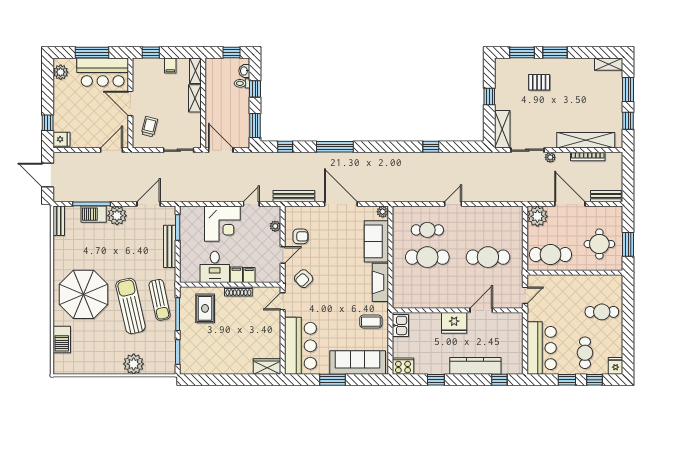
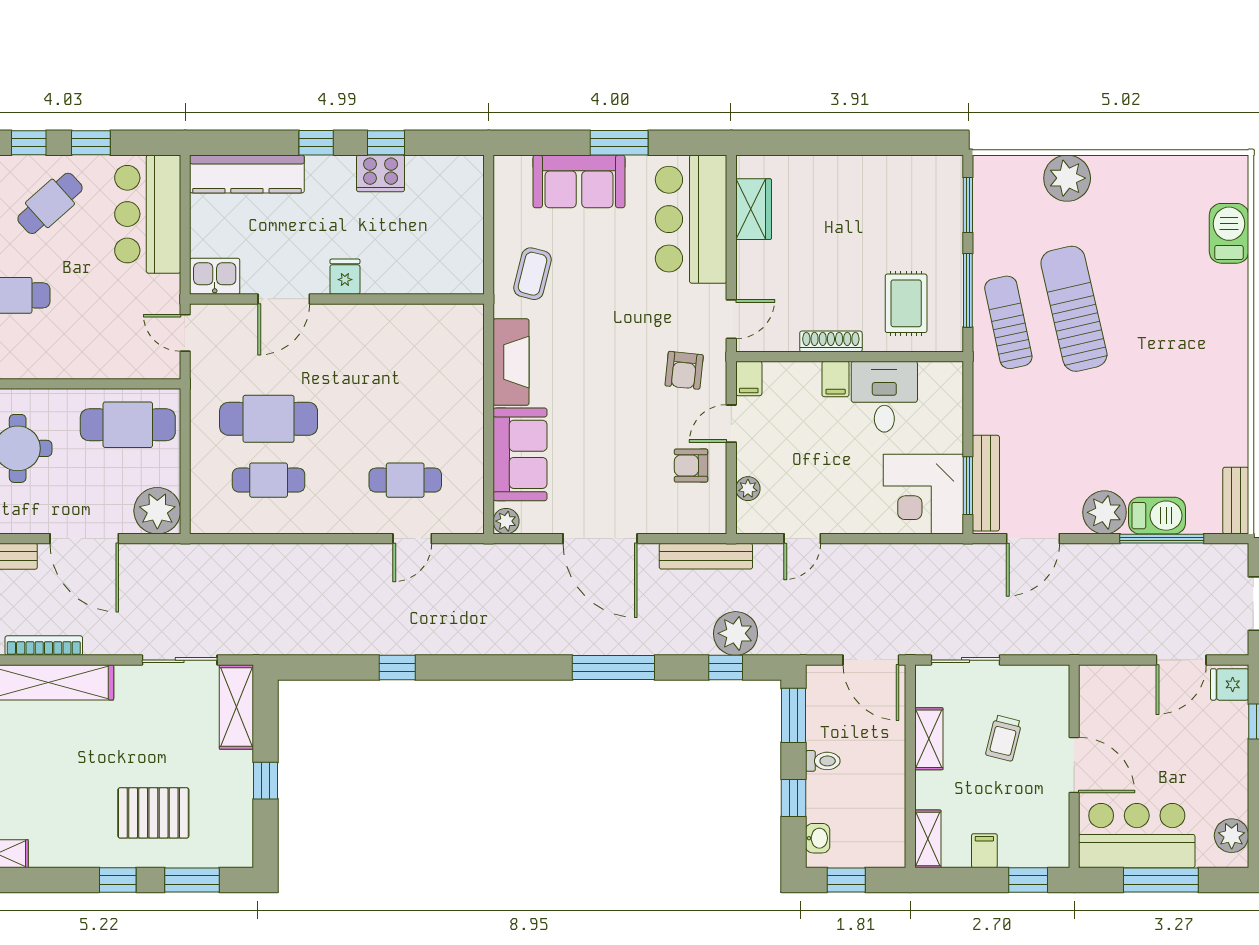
window: (555, 52) -> (118, 880), width x0.67
pallet: (539, 82) -> (153, 813), width x1.50, depth x1.42
toilet: (242, 83) -> (823, 761), moved
shelving: (195, 98) -> (929, 739), moved
trolley: (149, 127) -> (1004, 738), moved
door: (112, 150) -> (1181, 660), moved
plant: (550, 157) -> (735, 633), moved, width x1.88, depth x1.88
door: (453, 204) -> (412, 539), moved
corner desk: (222, 224) -> (923, 494), moved, turned -90
bench: (170, 246) -> (986, 483), moved
cafe table: (427, 257) -> (269, 480), moved, width x0.73, depth x0.74
filing cabinet: (249, 275) -> (749, 378), moved
armchair: (304, 279) -> (684, 370), turned 140
parasol: (83, 294) -> (1180, 335), removed
door: (525, 295) -> (185, 333), hinge flipped
sun lounger: (131, 306) -> (1074, 309), turned 180
coffee table: (371, 322) -> (532, 274), turned -76
fridge: (454, 323) -> (345, 277), width x0.53, depth x0.75
kitchen sink: (400, 325) -> (215, 276), moved, turned 90
cafe table: (585, 353) -> (50, 203), turned 48
sofa: (358, 362) -> (579, 181), width x0.73
wardrobe: (267, 366) -> (754, 209), moved, turned -90
cooker: (403, 366) -> (381, 173), moved
kitchen counter: (475, 366) -> (247, 174), moved
window: (499, 380) -> (316, 143), moved

